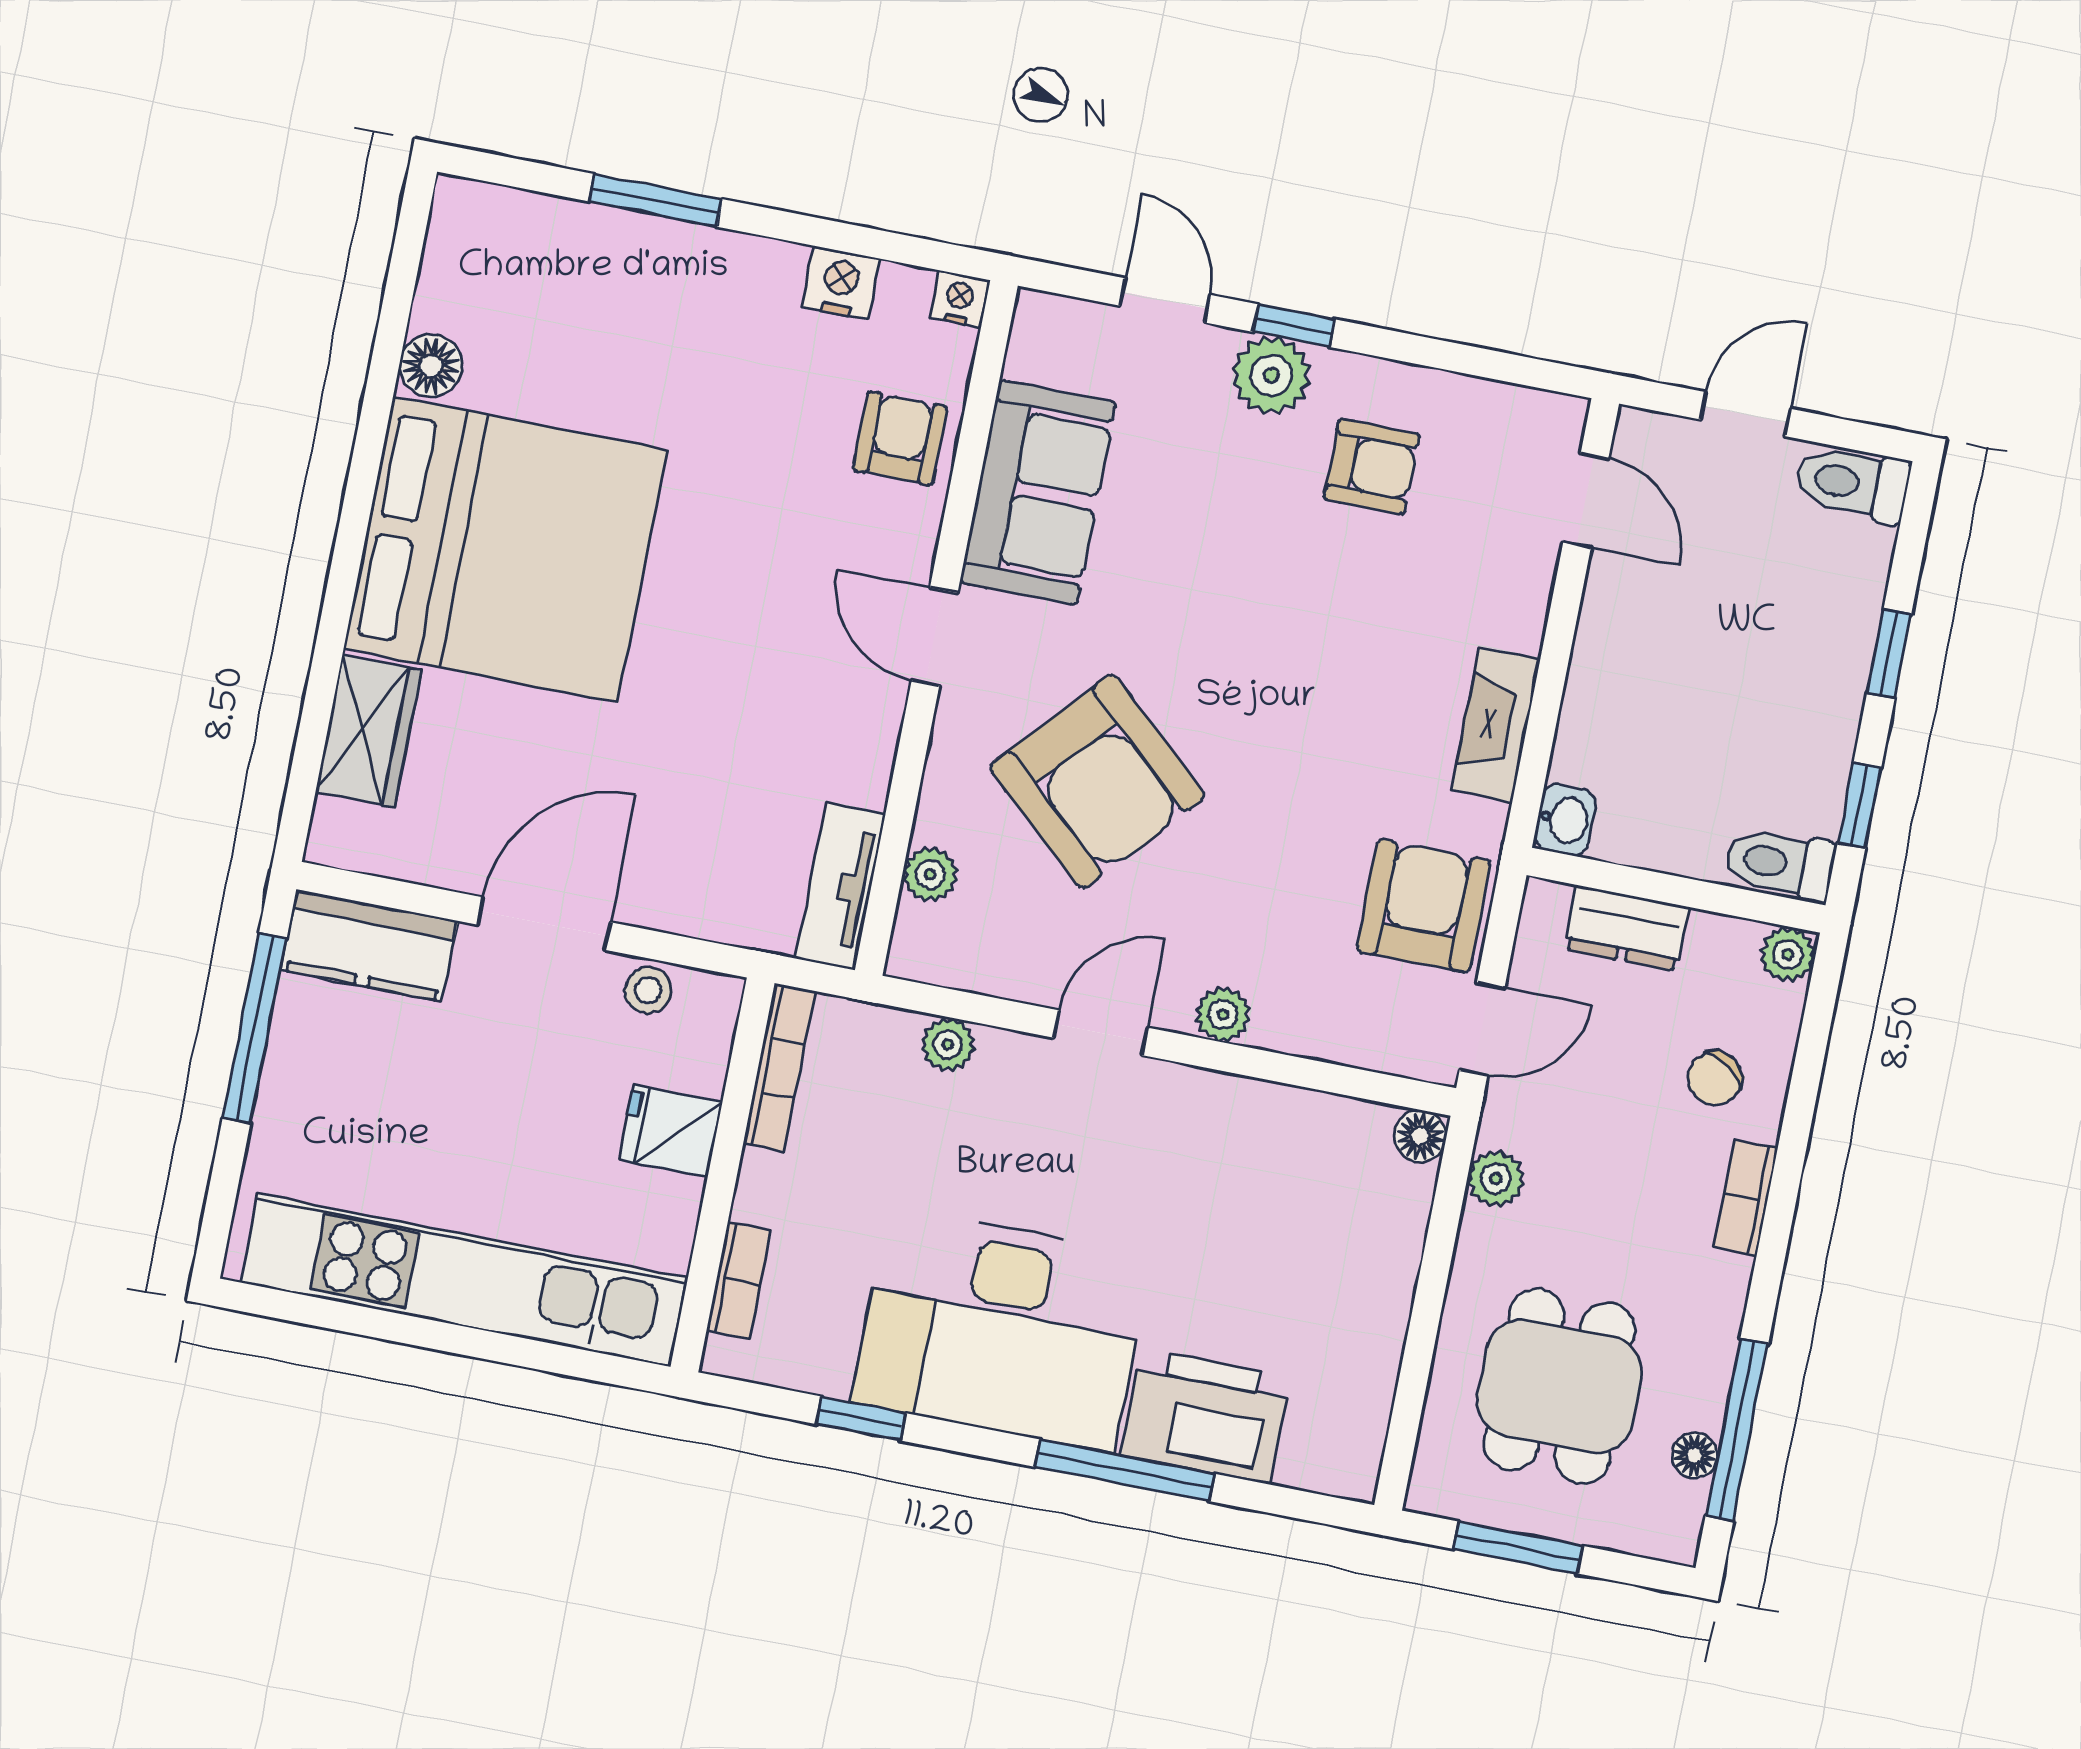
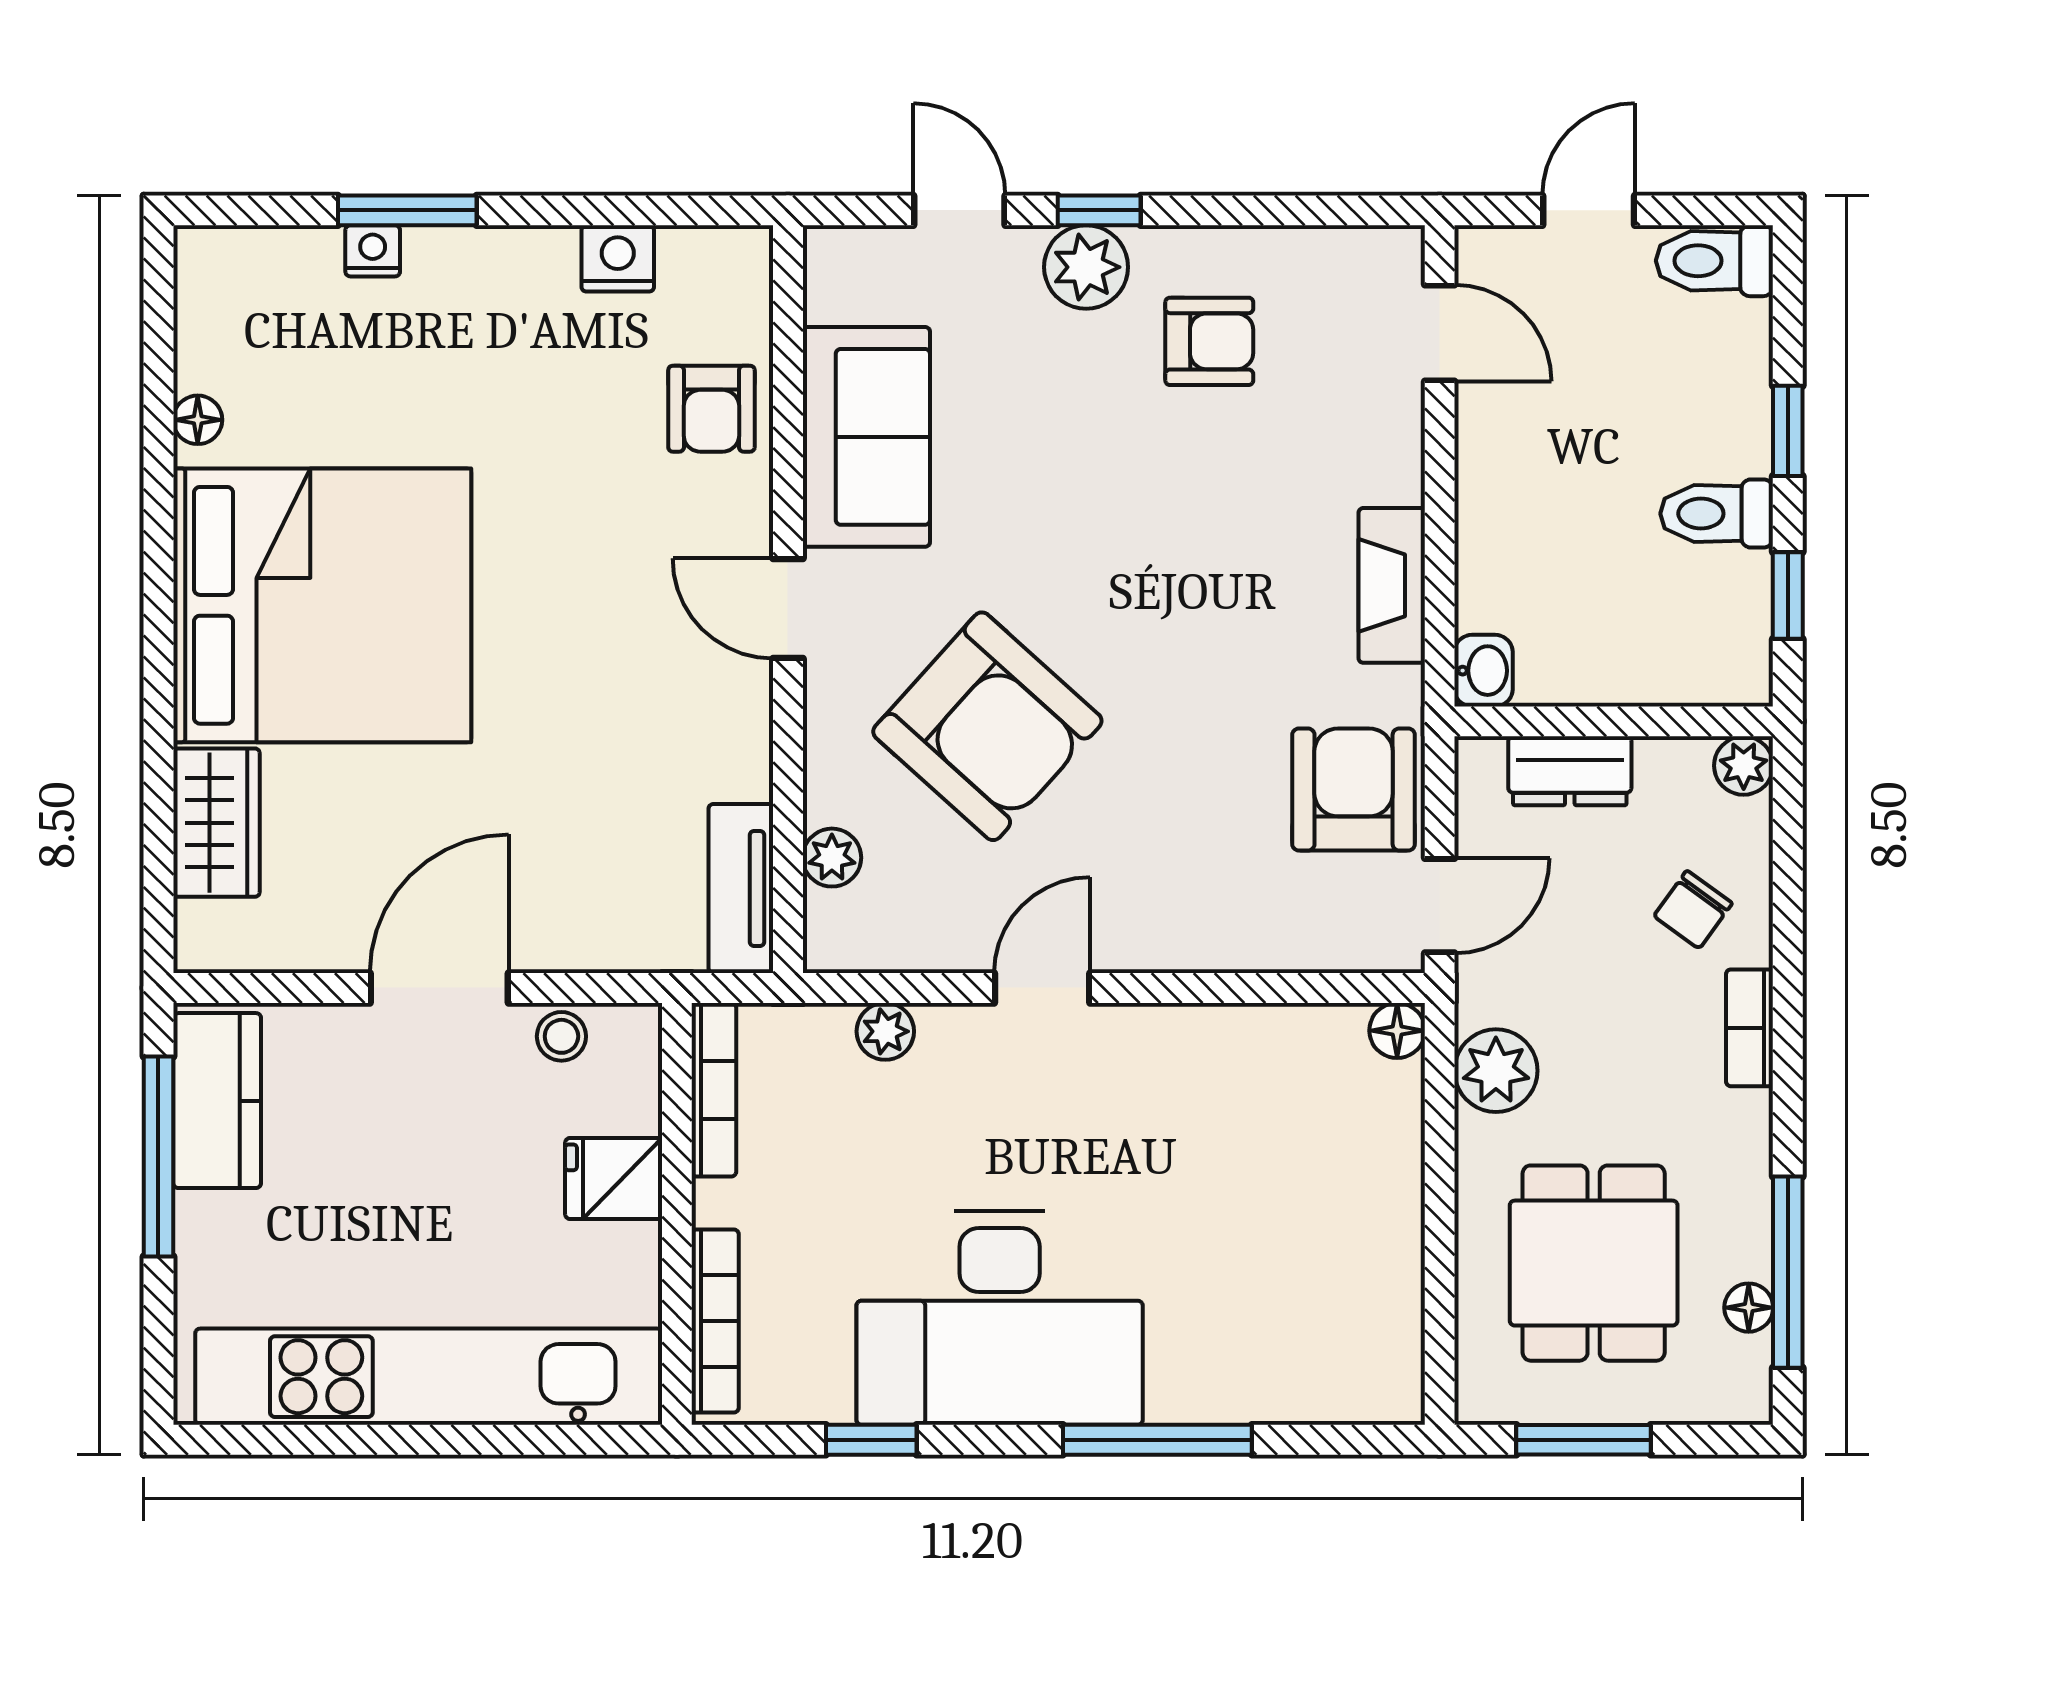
nightstand: (959, 299) -> (373, 251), moved
floor lamp: (431, 366) -> (198, 420), width x0.73, depth x0.73
armchair: (900, 438) -> (711, 409), turned 180
toilet: (1780, 864) -> (1717, 514), moved
kitchen counter: (369, 945) -> (217, 1101), moved, turned -90
plant: (1223, 1015) -> (1166, 944), removed
plant: (1496, 1179) -> (1496, 1071), width x1.38, depth x1.38
bookcase: (738, 1281) -> (715, 1321), width x1.56
printer: (1205, 1416) -> (1230, 1367), removed

